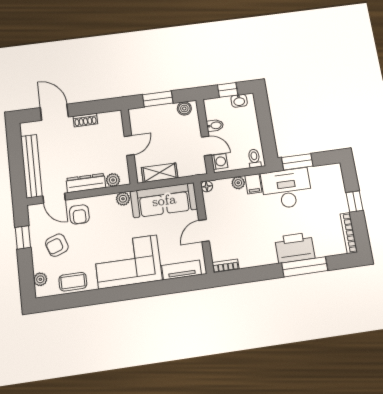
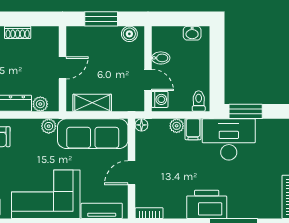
window: (228, 90) -> (181, 19), removed
printer: (295, 248) -> (207, 204), moved

